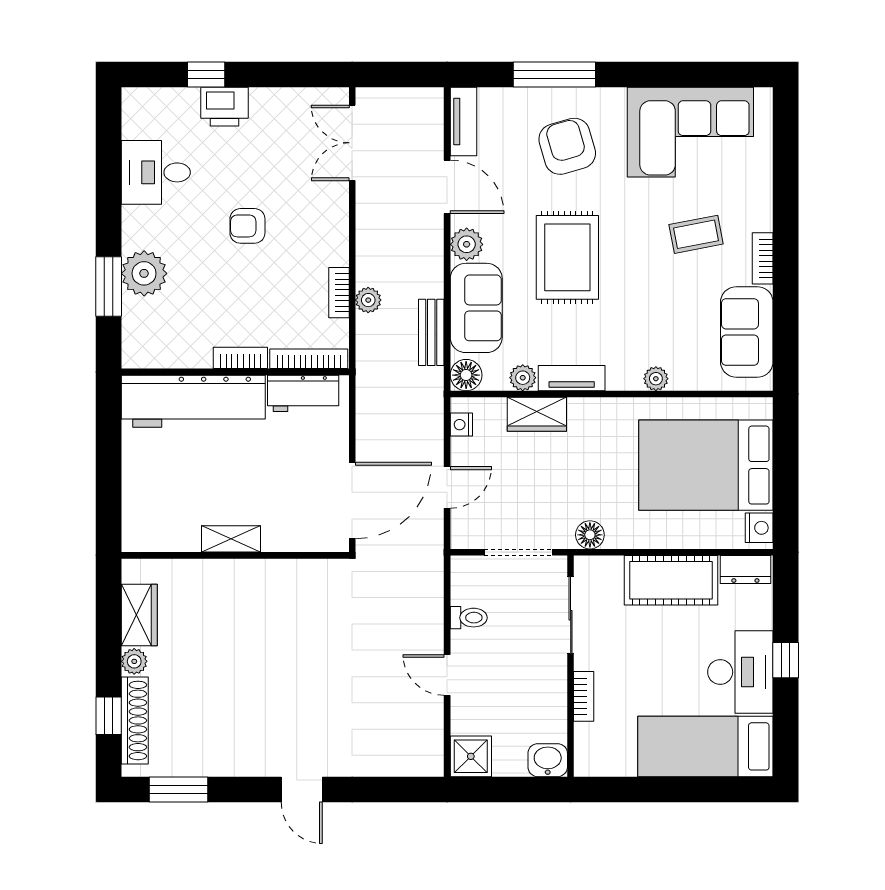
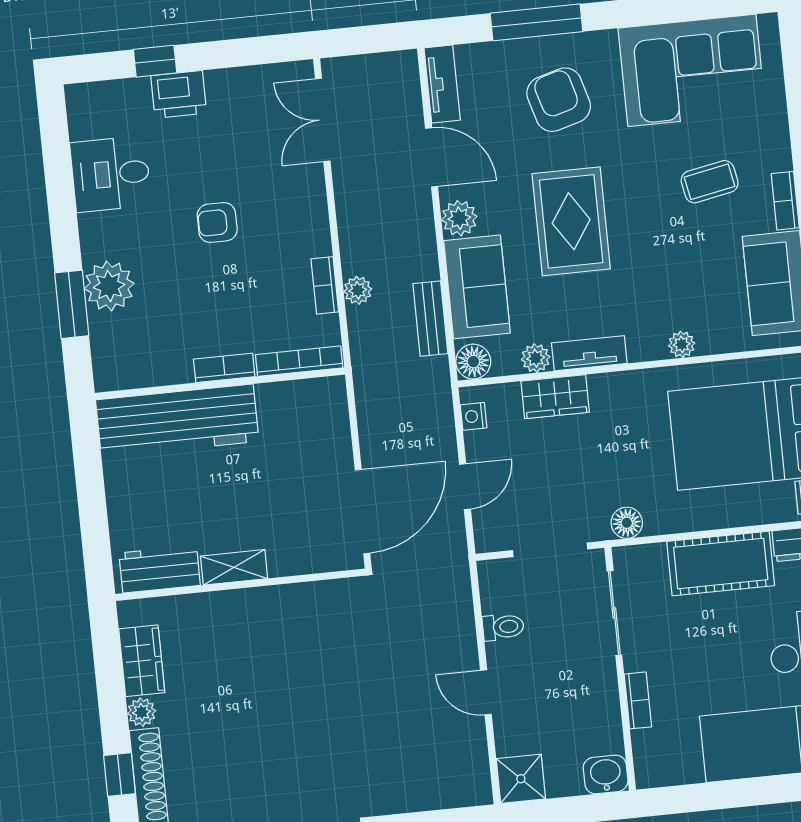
workbench: (303, 393) -> (160, 569), moved, turned 180

